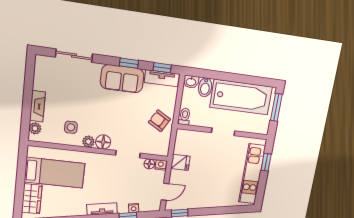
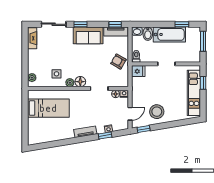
window: (129, 63) -> (80, 24), moved
window: (253, 80) -> (182, 24), added
bathtub: (241, 97) -> (169, 34), width x0.73, depth x0.73
fireplace: (37, 106) -> (32, 38), moved
fridge: (180, 162) -> (138, 71), moved
stool: (200, 193) -> (157, 112), added
wardrobe: (32, 199) -> (34, 129), removed

